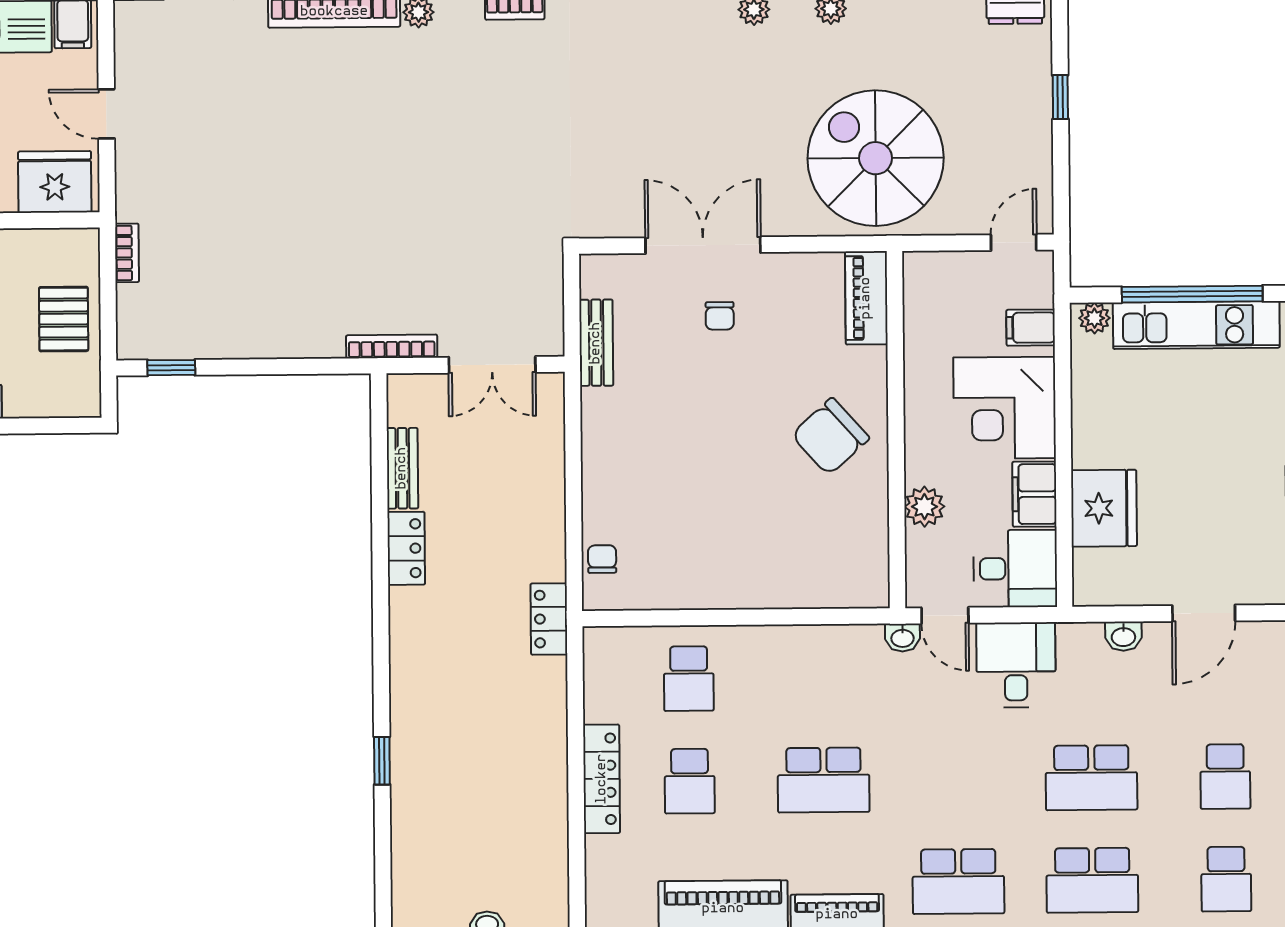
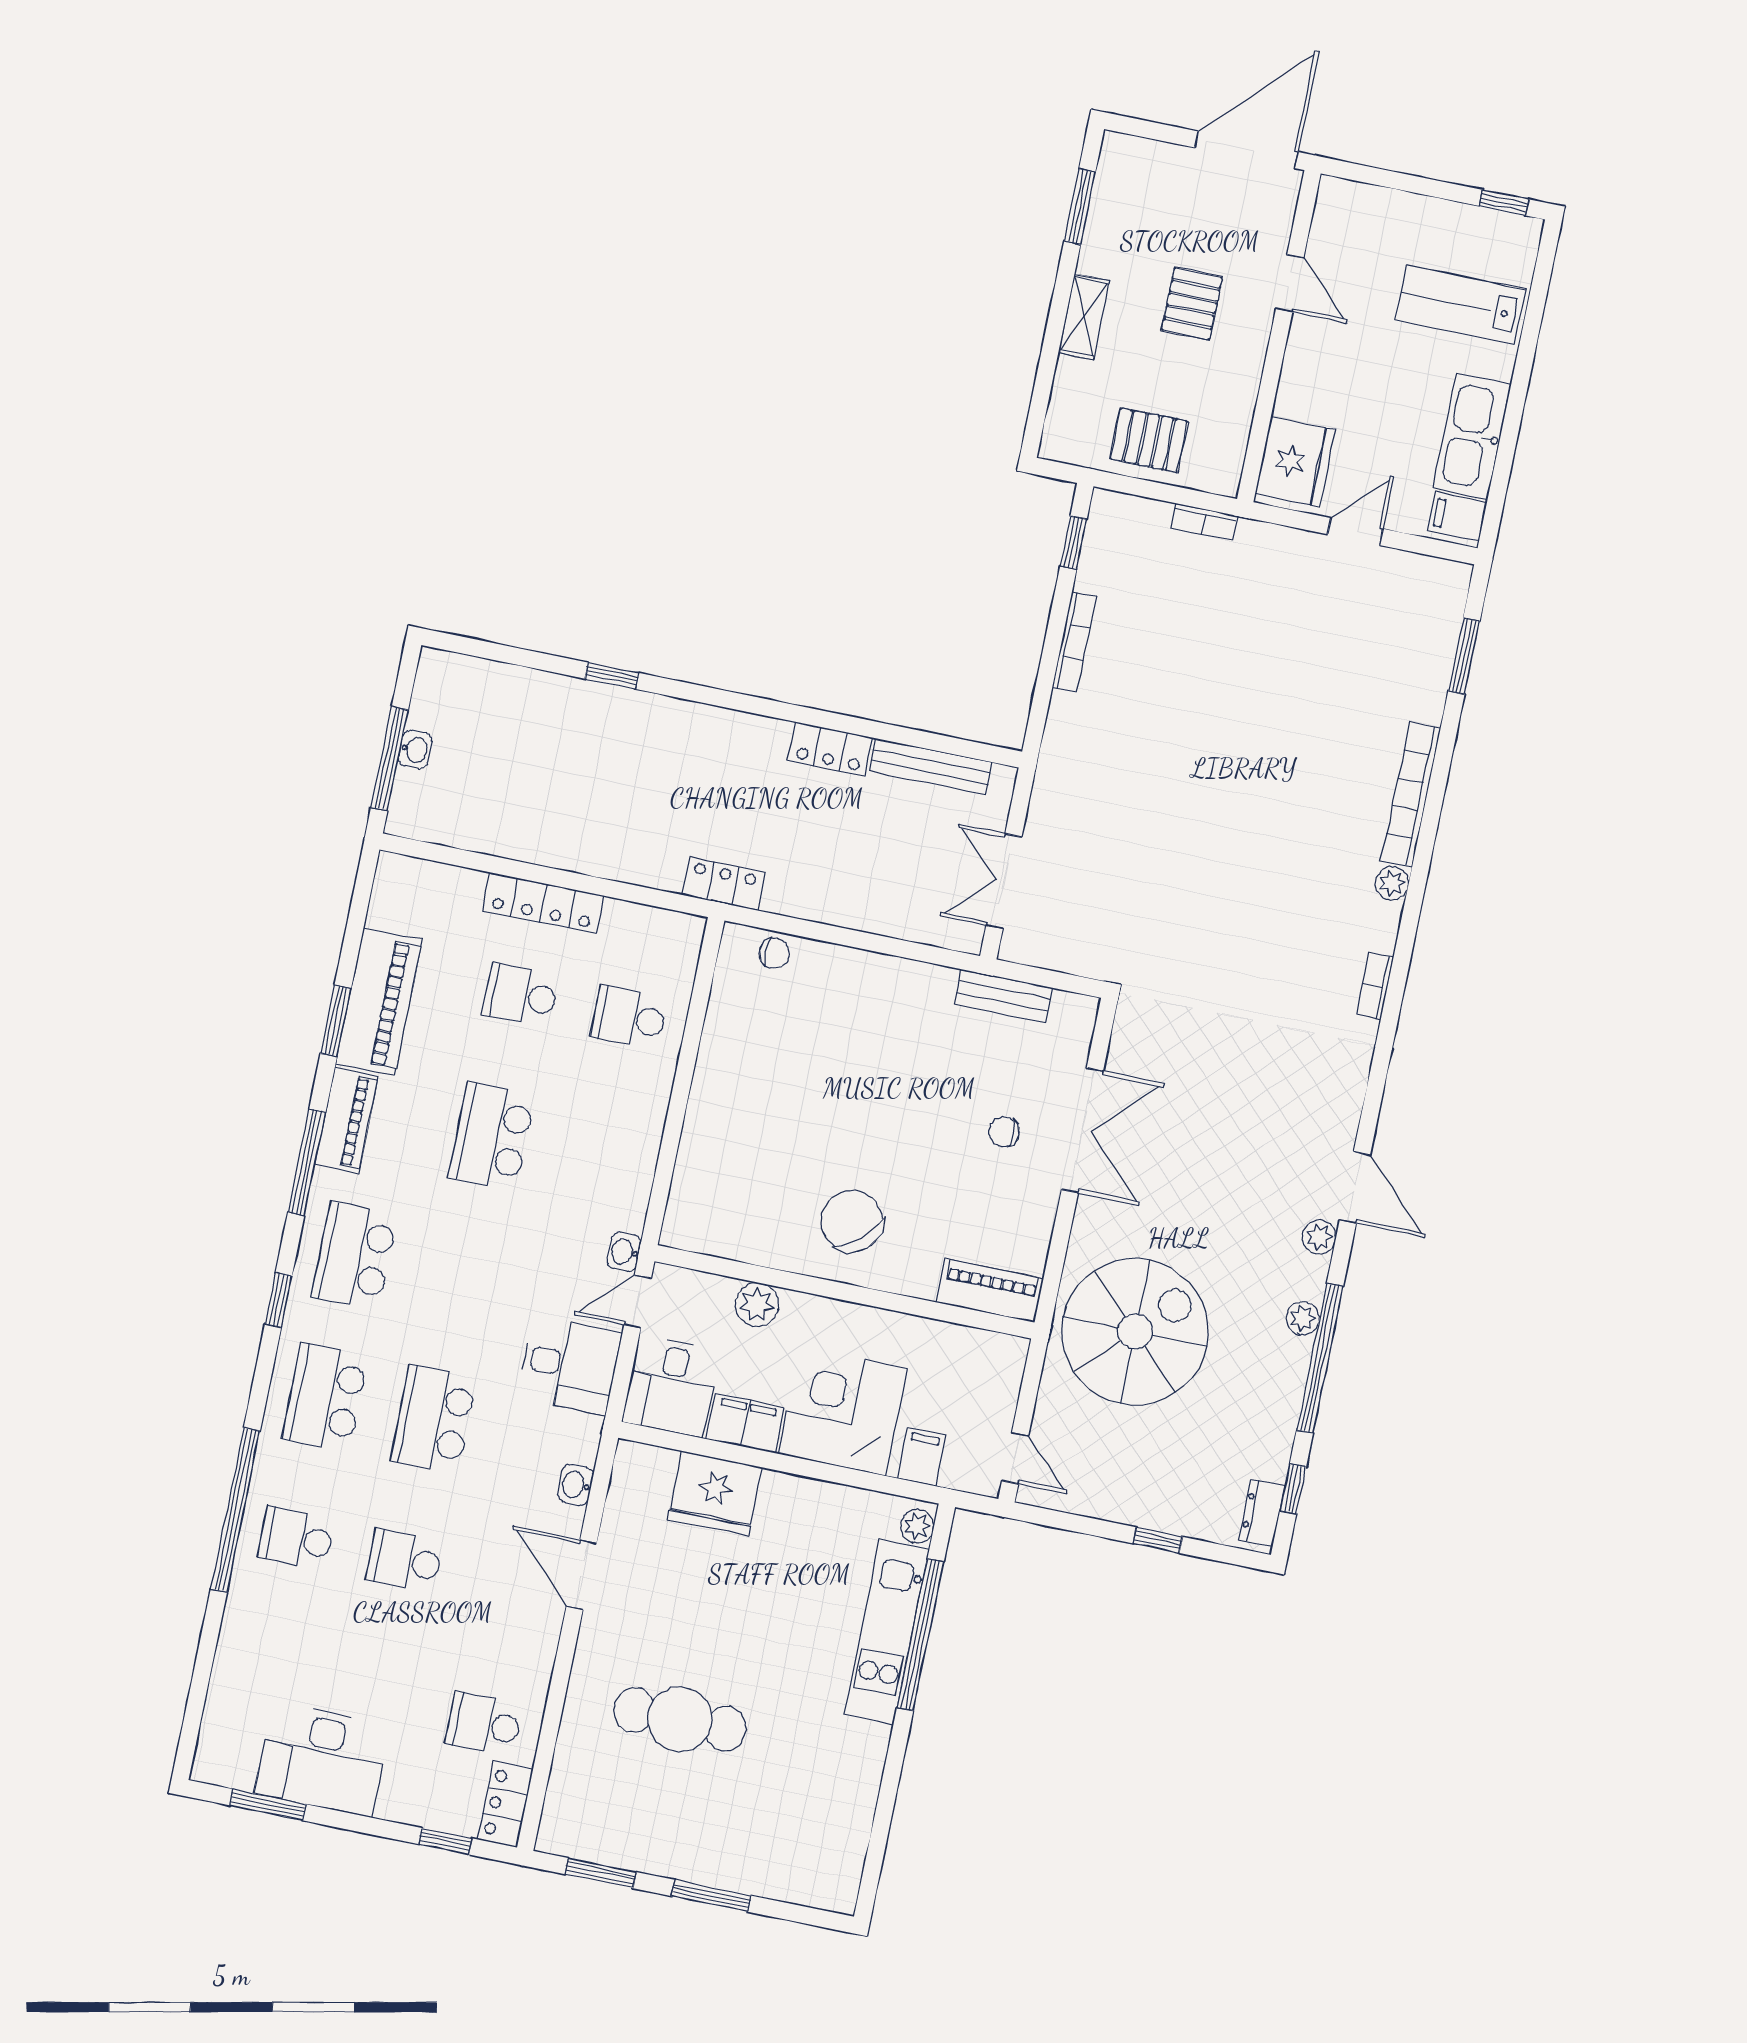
bookcase: (392, 346) -> (1074, 642), moved
bench: (402, 468) -> (931, 767), width x1.36

